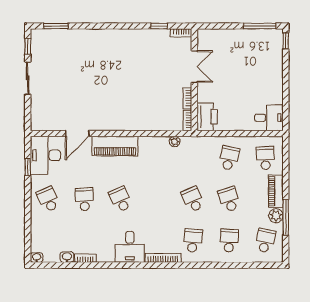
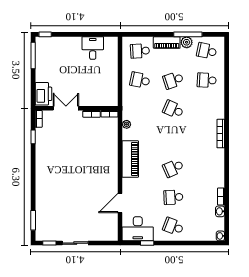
printer: (207, 117) -> (43, 94), moved, turned 90
desk: (269, 118) -> (93, 48), moved
door: (77, 133) -> (120, 203), swing flipped
piano: (115, 146) -> (130, 159), moved
school desk: (48, 199) -> (173, 227), turned 45
school desk: (193, 199) -> (173, 109), turned 48
school desk: (193, 241) -> (207, 109), removed
desk: (130, 247) -> (212, 161), removed

